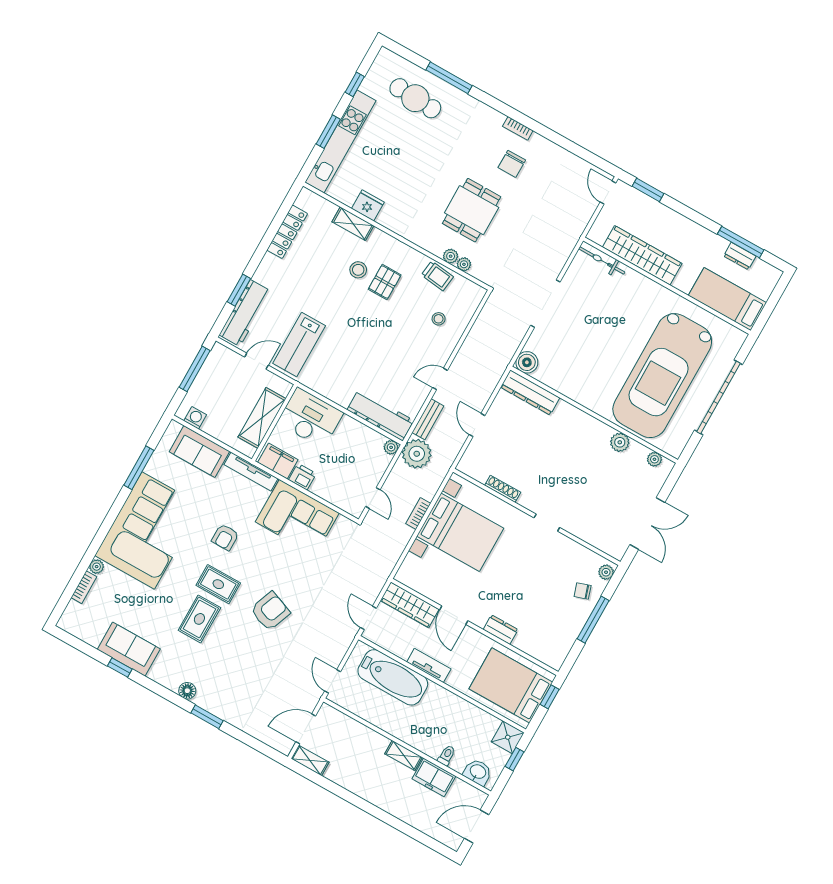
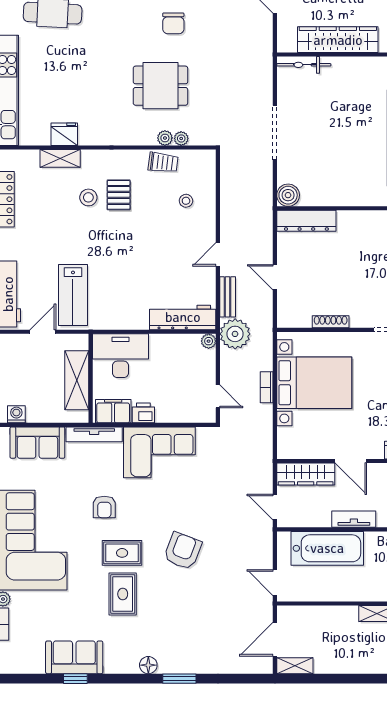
dining table: (472, 210) -> (160, 86), turned 90

